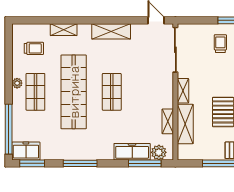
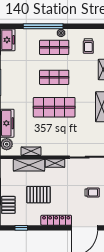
shop shelf: (74, 92) -> (54, 77), width x0.50, depth x0.74
shop shelf: (112, 92) -> (54, 107), width x1.43, depth x1.36
window: (9, 129) -> (43, 26), moved

